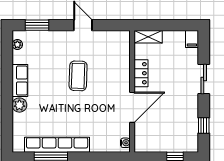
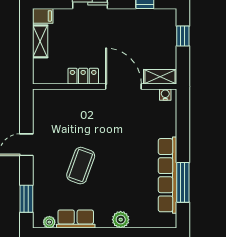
shelving: (148, 37) -> (40, 41), moved
coffee table: (78, 76) -> (81, 166), moved, turned -72
row of seats: (20, 81) -> (76, 219), moved
shelving: (140, 138) -> (160, 77), added

